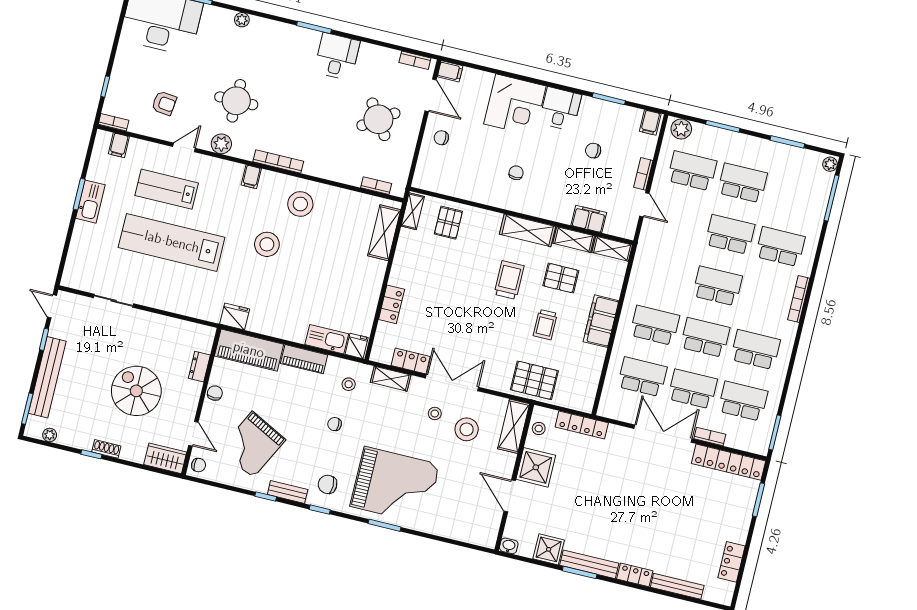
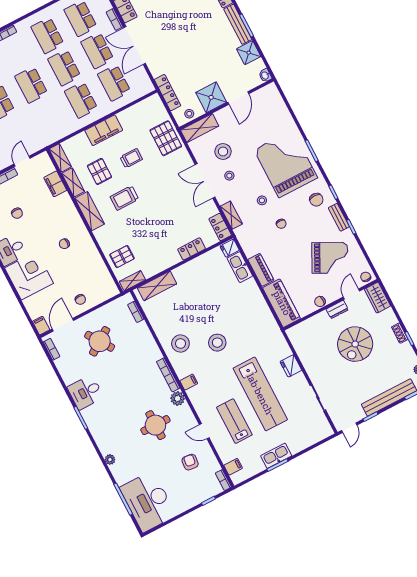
plant: (221, 144) -> (178, 399), moved
lab bench: (167, 189) -> (234, 421), turned 180
fridge: (235, 316) -> (291, 366), moved
locker: (411, 361) -> (220, 227), moved
dresser: (199, 367) -> (337, 309), moved
stool: (349, 384) -> (262, 200), moved

